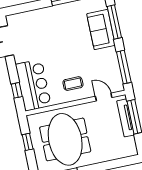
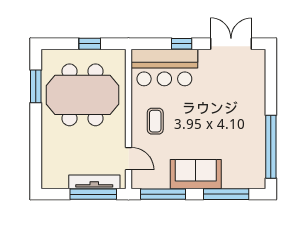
sofa: (101, 30) -> (196, 174), moved
window: (17, 90) -> (182, 44), moved
door: (104, 97) -> (129, 159), hinge flipped

